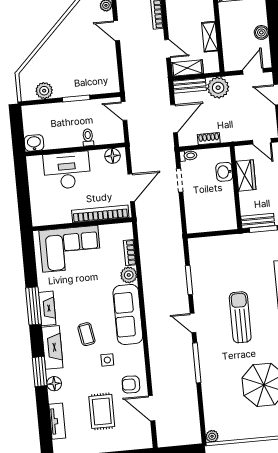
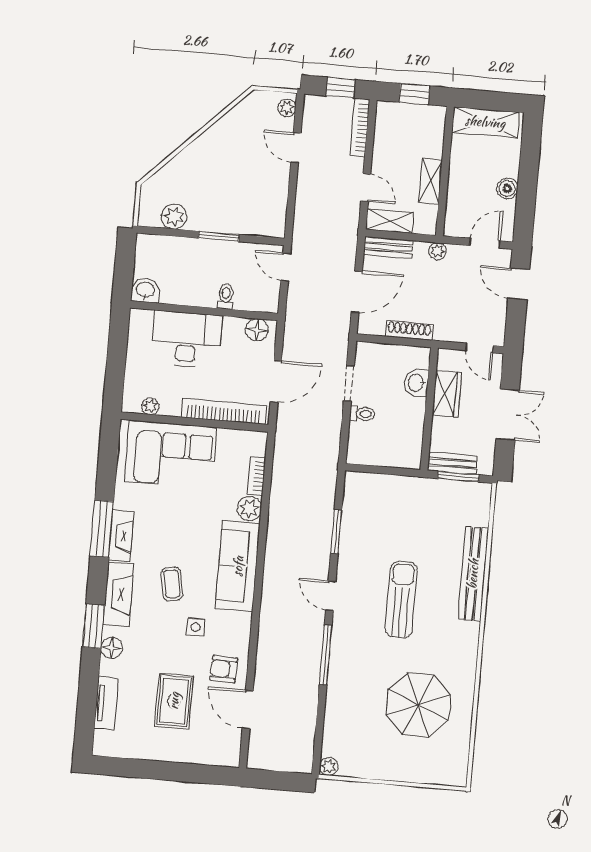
plant: (218, 88) -> (437, 251), width x0.53, depth x0.53
shoe rack: (209, 139) -> (409, 331), width x1.43
toilet: (188, 156) -> (362, 414), moved
plant: (51, 219) -> (150, 406), added

